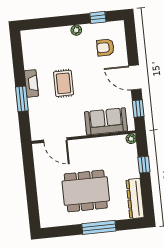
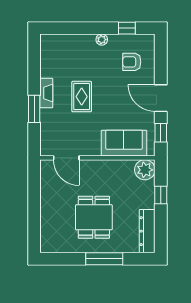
plant: (131, 139) -> (145, 170), width x1.88, depth x1.88
dining table: (86, 191) -> (94, 217), width x0.73

